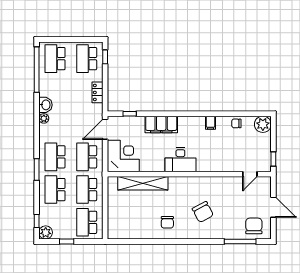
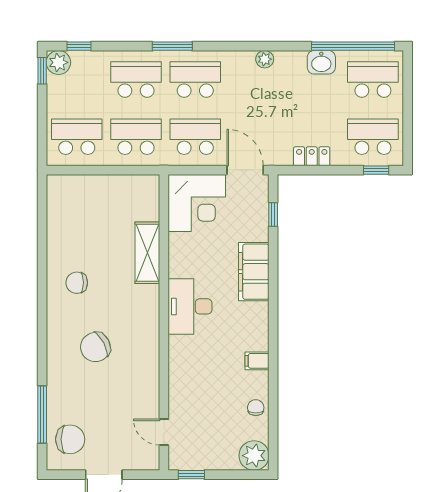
washbasin: (45, 105) -> (321, 62), moved
shelving: (143, 183) -> (147, 253), width x0.68
window: (67, 241) -> (42, 71), moved

